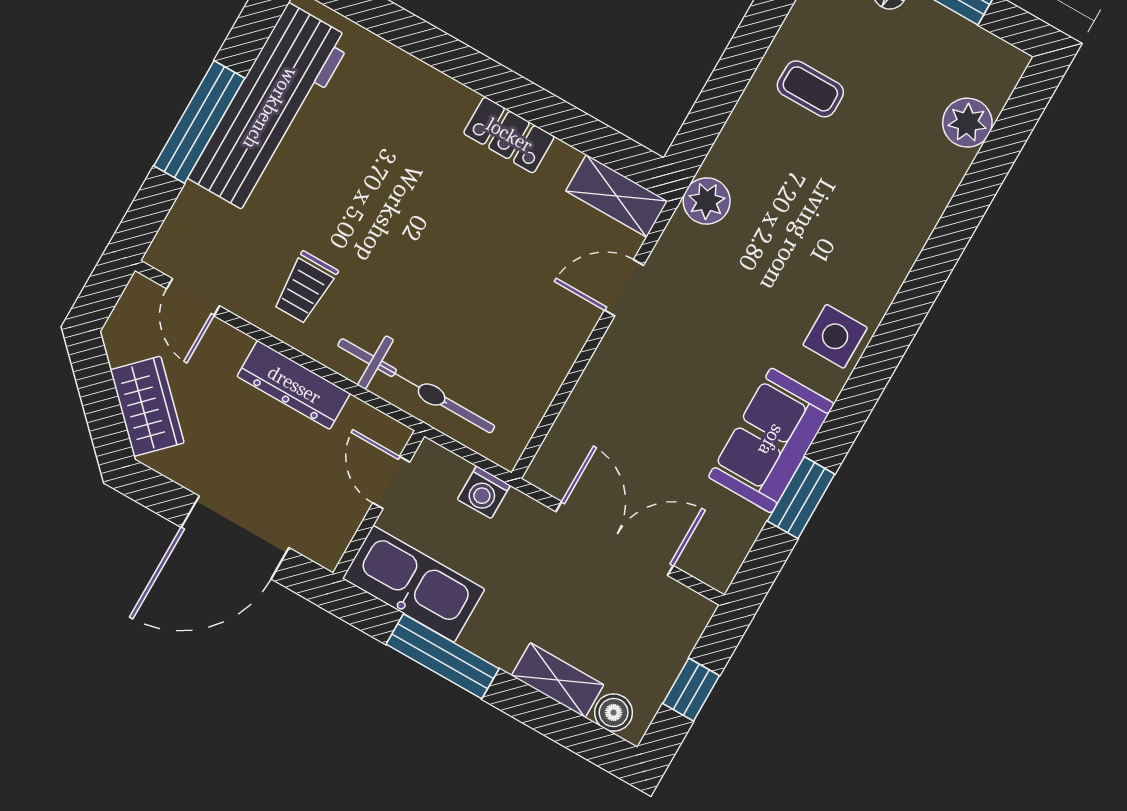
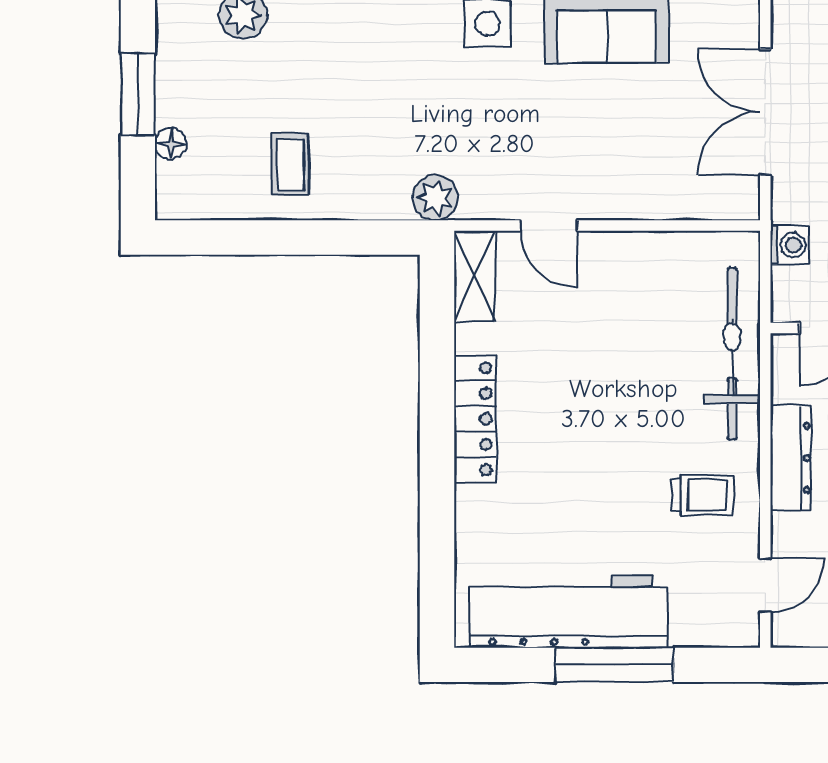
locker: (509, 135) -> (475, 419), width x1.53

